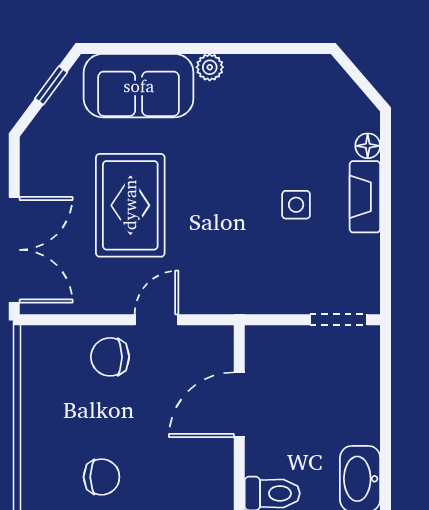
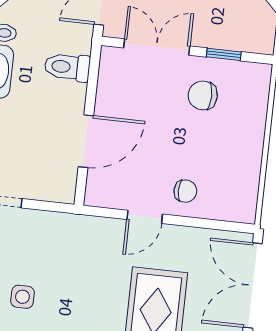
chair: (110, 357) -> (185, 191), width x0.73, depth x0.73

